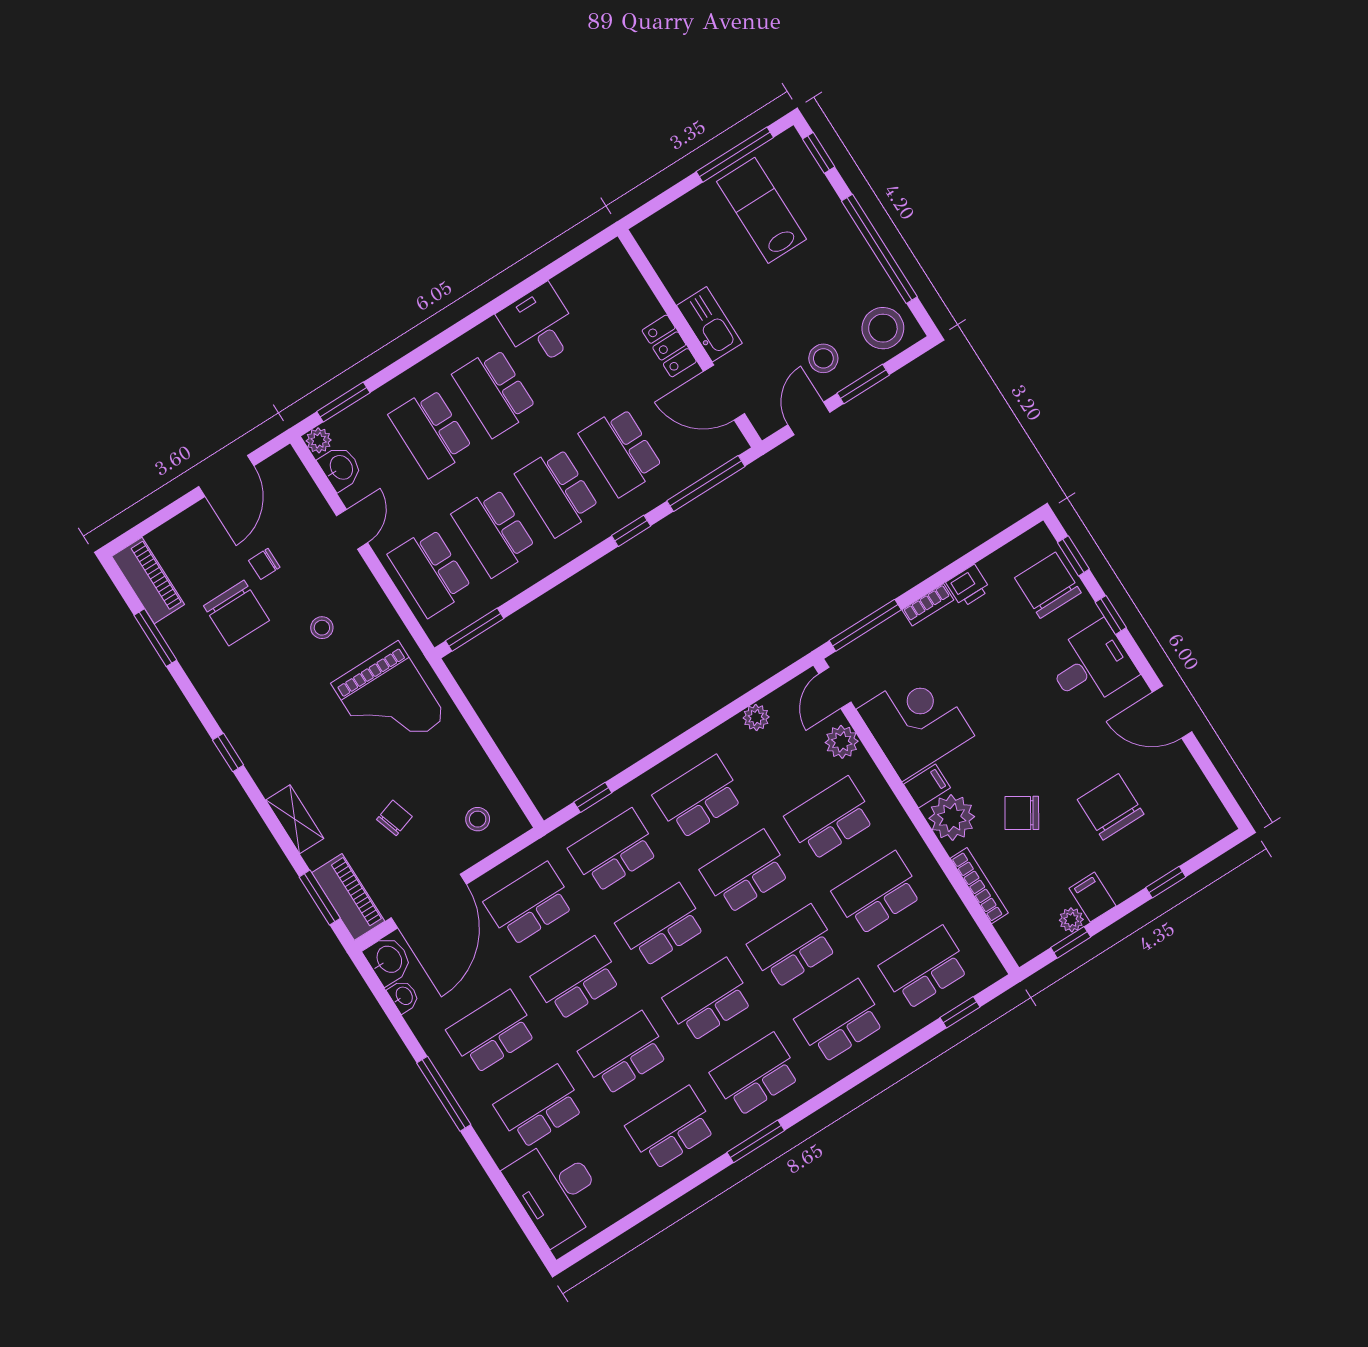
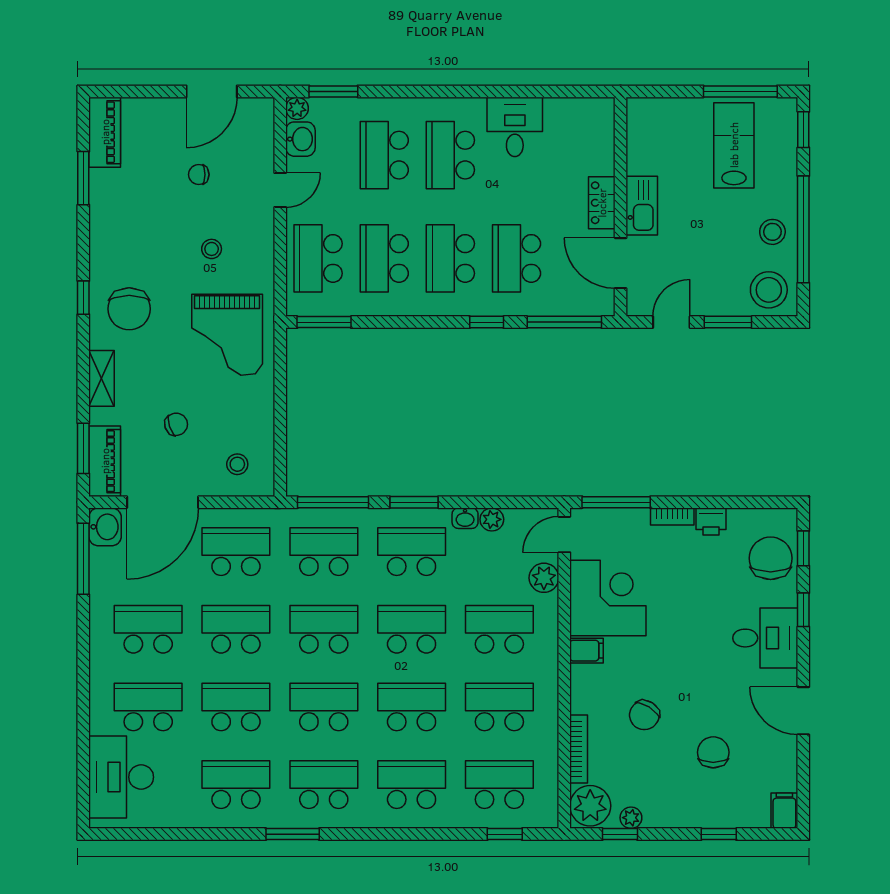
stool: (823, 358) -> (772, 232), moved
chair: (236, 613) -> (129, 309), moved
window: (671, 748) -> (414, 502), added
window: (593, 797) -> (333, 502), width x2.17
chair: (1111, 807) -> (713, 752), width x0.73, depth x0.73
chair: (1022, 813) -> (644, 715), turned -90
plant: (952, 818) -> (590, 806), moved
filing cabinet: (1092, 897) -> (784, 811), moved
washbasin: (404, 996) -> (465, 518), moved, turned 90
window: (444, 1094) -> (83, 559), moved

